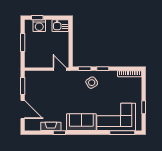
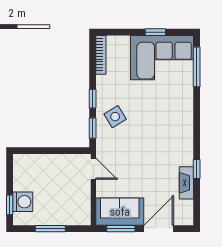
kitchen sink: (60, 26) -> (23, 167), removed
door: (60, 69) -> (93, 169), swing flipped
corner sofa: (116, 117) -> (162, 58), moved, turned -90
sofa: (81, 122) -> (120, 212), moved, turned 90

